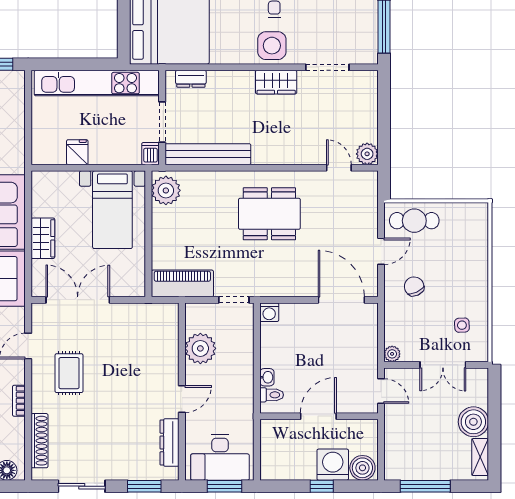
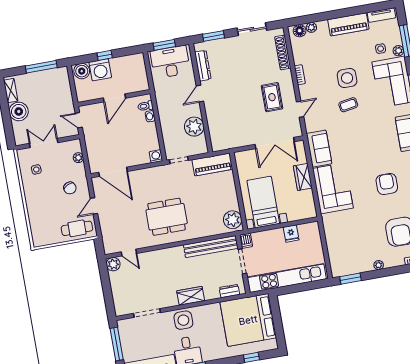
wardrobe: (276, 82) -> (191, 296), moved
plant: (392, 354) -> (78, 158), moved

